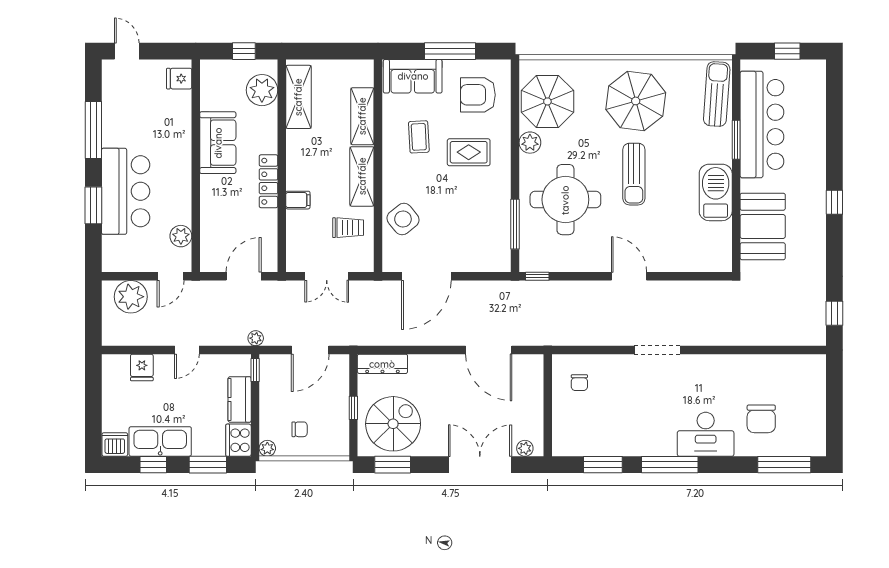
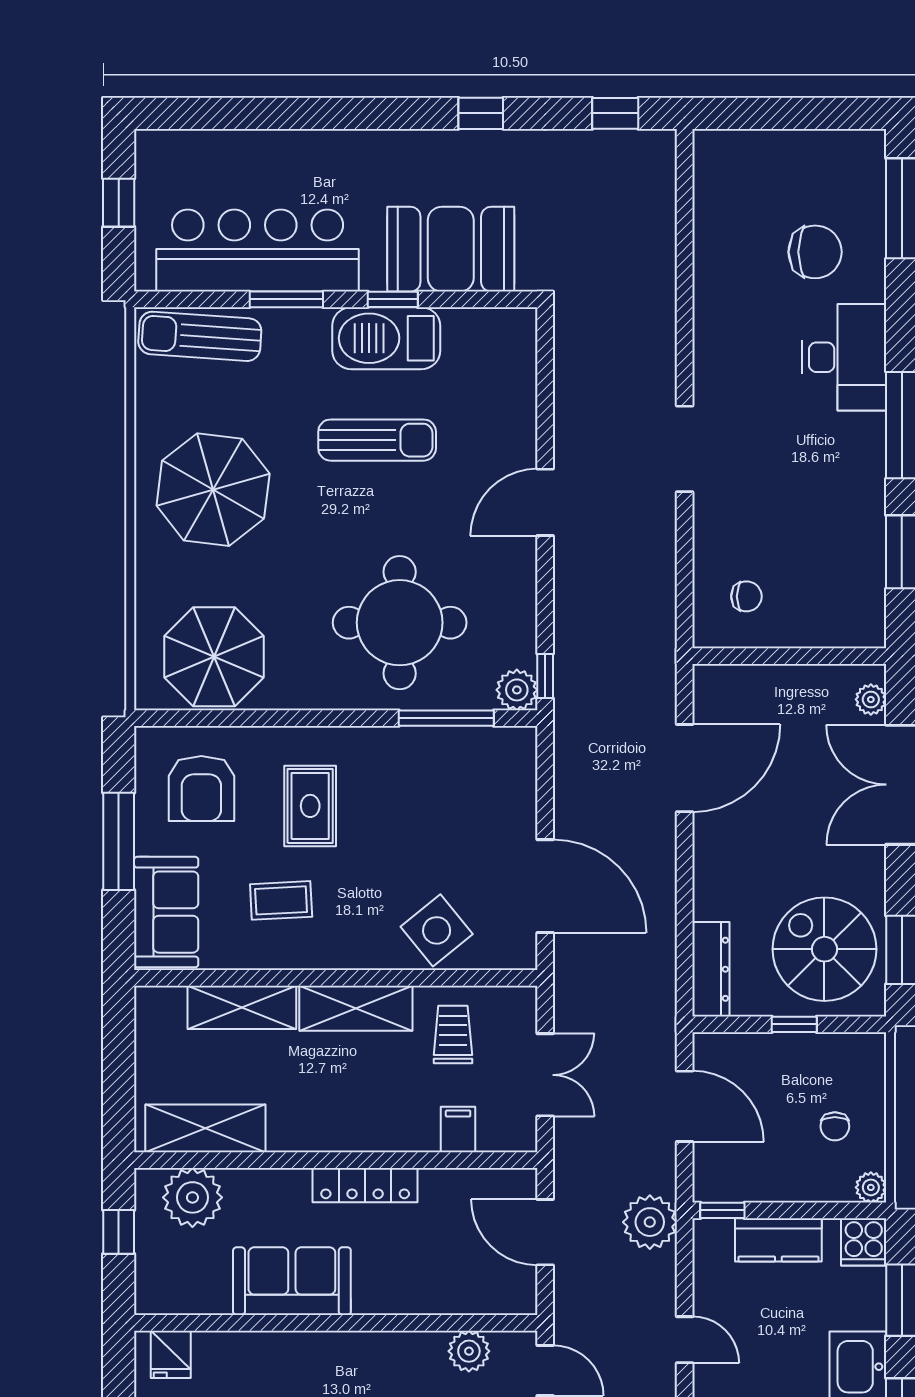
plant: (530, 143) -> (517, 690), moved
sun lounger: (634, 174) -> (377, 440), moved
window: (736, 196) -> (393, 299), added
filing cabinet: (298, 200) -> (458, 1129), moved
window: (834, 202) -> (481, 113), moved
plant: (256, 338) -> (650, 1222), width x1.88, depth x1.88
chair: (300, 429) -> (835, 1126), turned 180
cooker: (238, 440) -> (864, 1242), width x0.73

